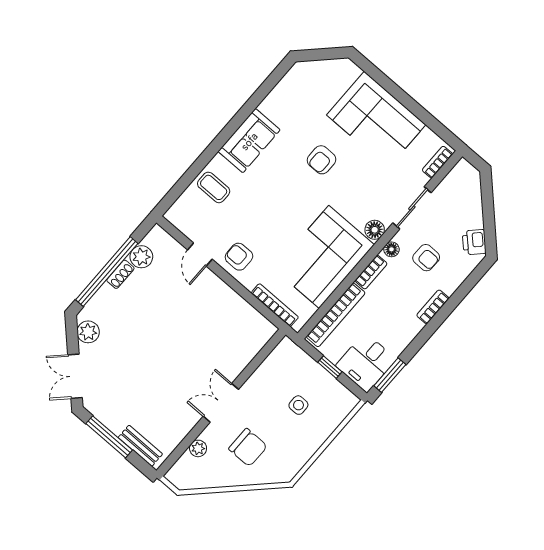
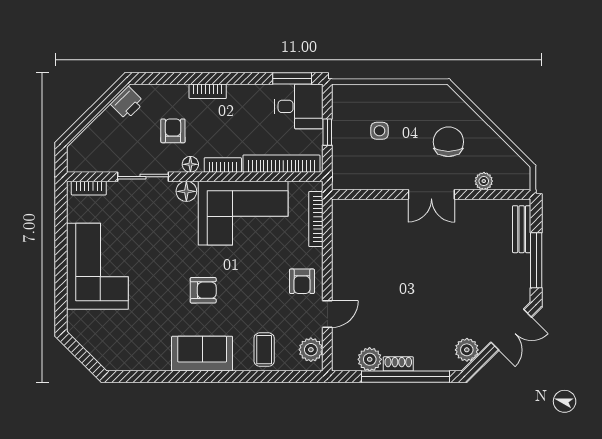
armchair: (322, 160) -> (203, 290), moved
plant: (185, 221) -> (311, 350), added

